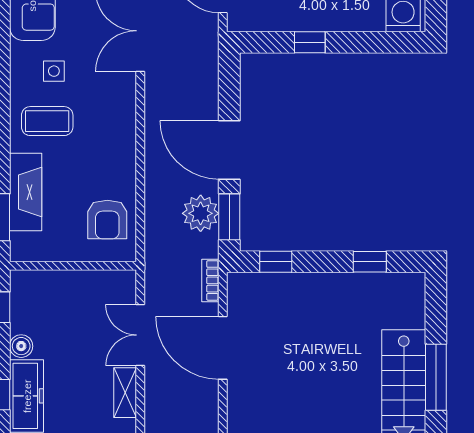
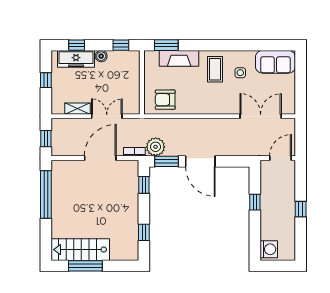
door: (229, 150) -> (200, 161), swing flipped
plant: (201, 213) -> (156, 147), moved

